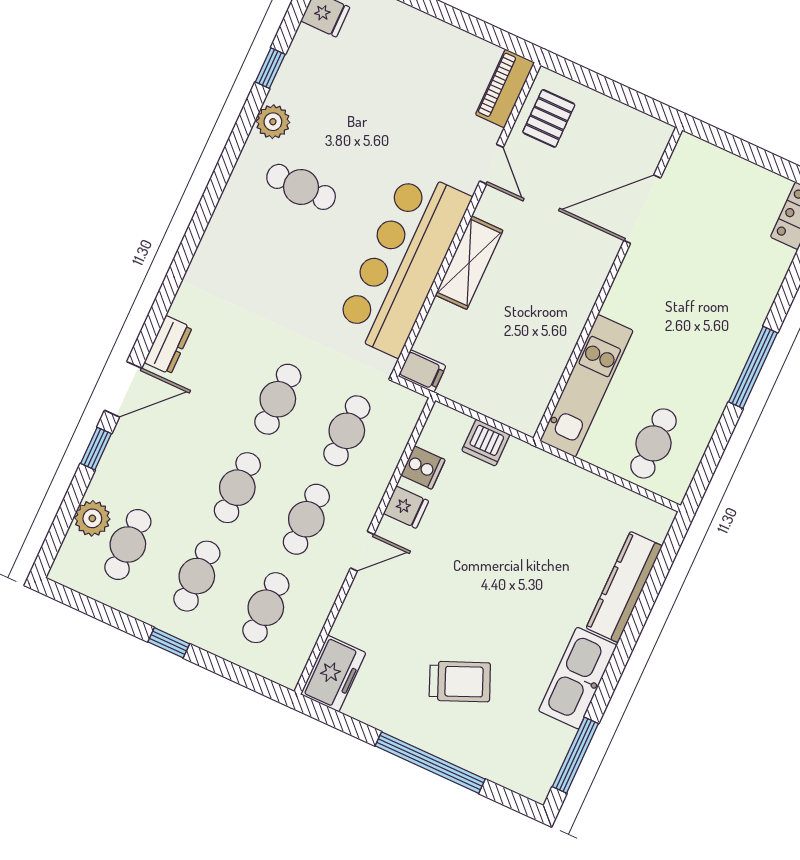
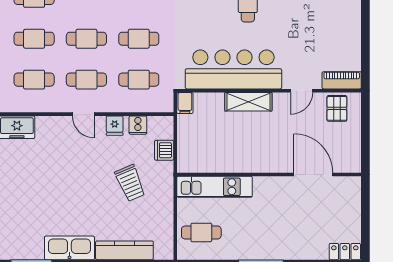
pallet: (549, 118) -> (337, 108), turned 90
trolley: (460, 682) -> (130, 183), moved

